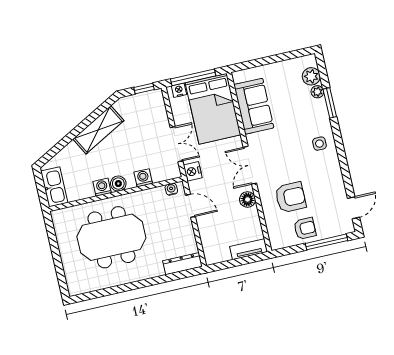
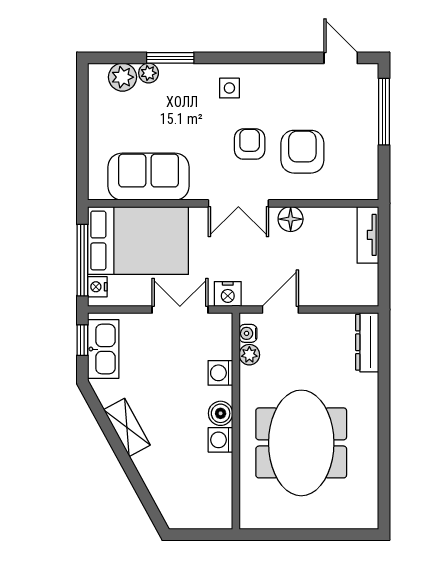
shelving: (98, 130) -> (127, 427), width x0.67, depth x0.75
kitchen sink: (54, 187) -> (103, 349), moved, turned 90
plant: (158, 193) -> (249, 355), added
armchair: (305, 228) -> (250, 144), moved

